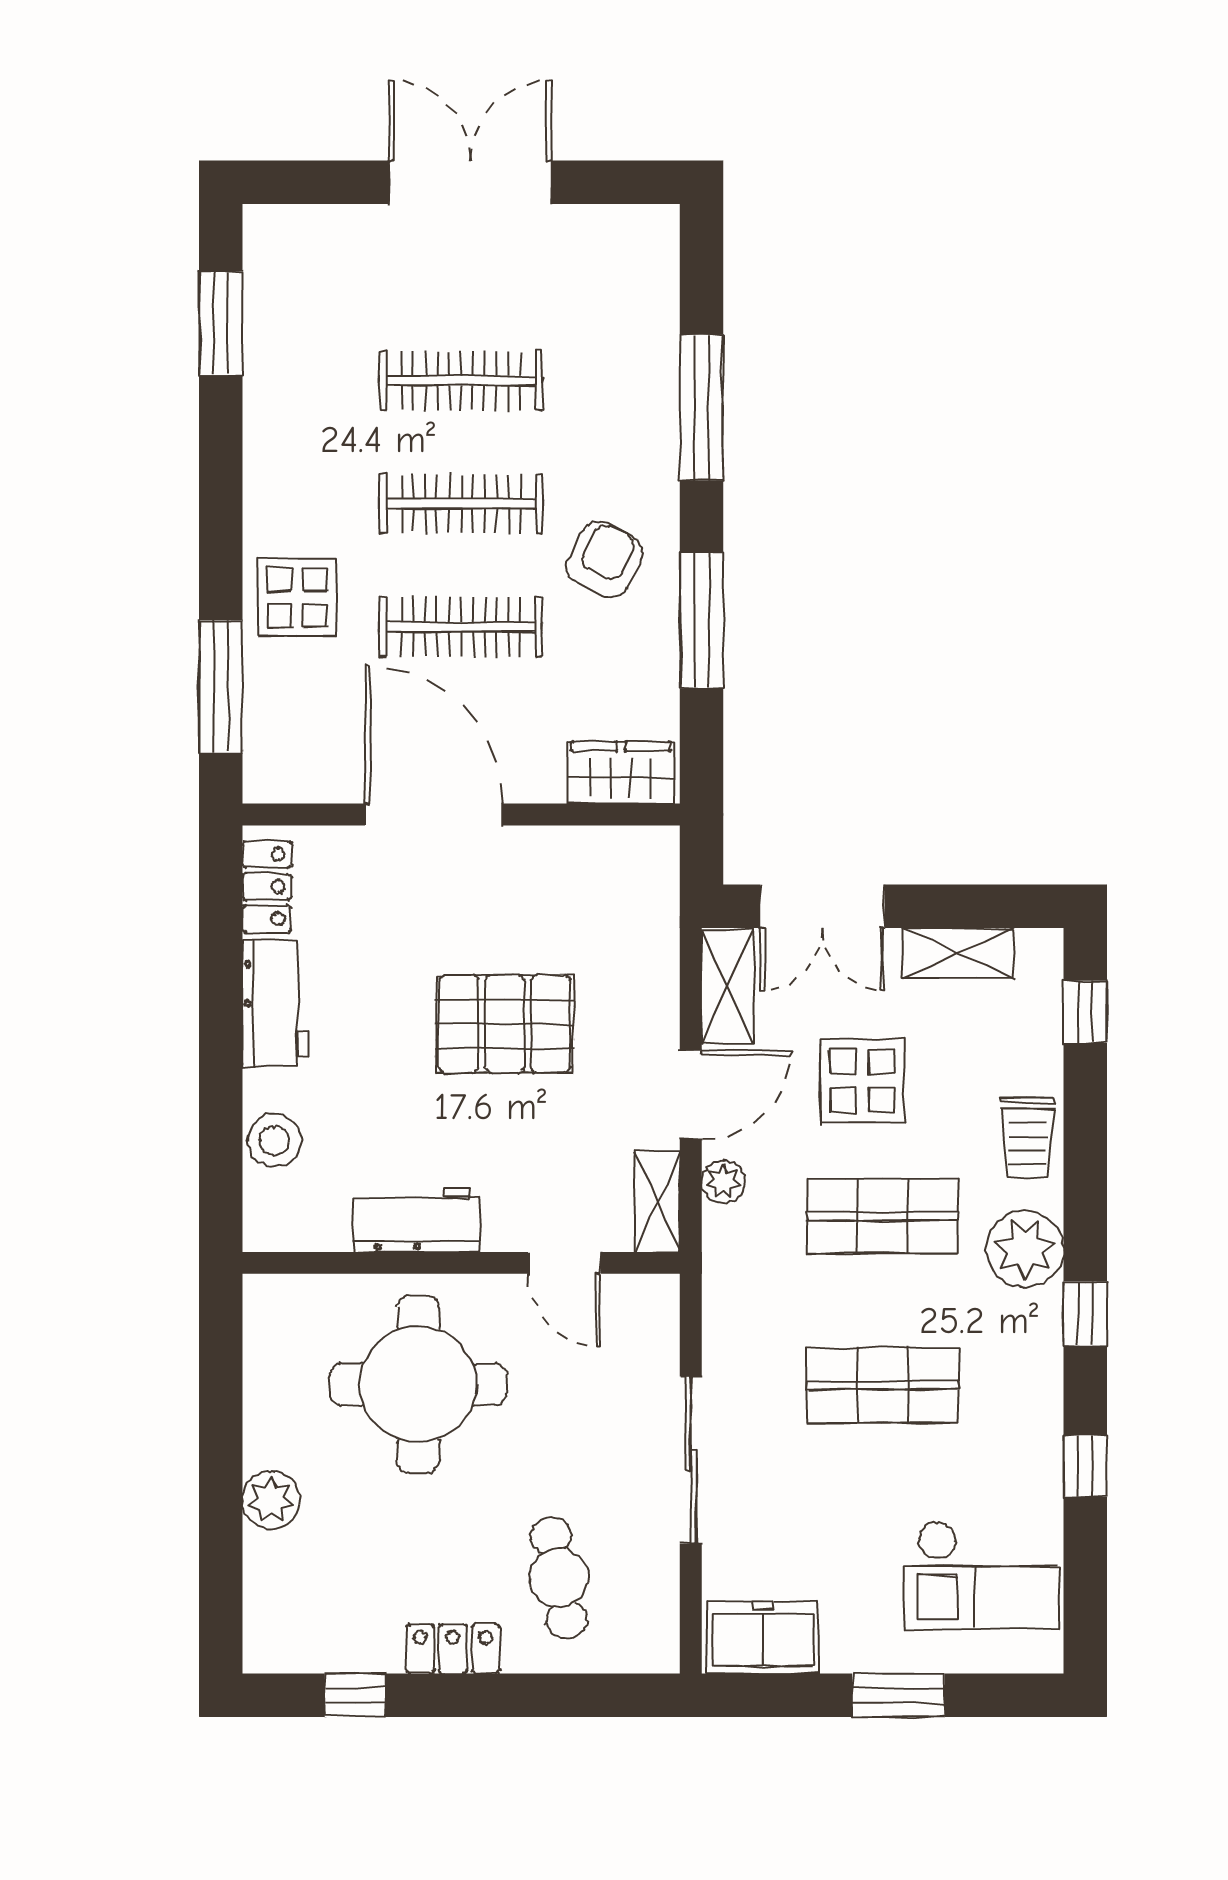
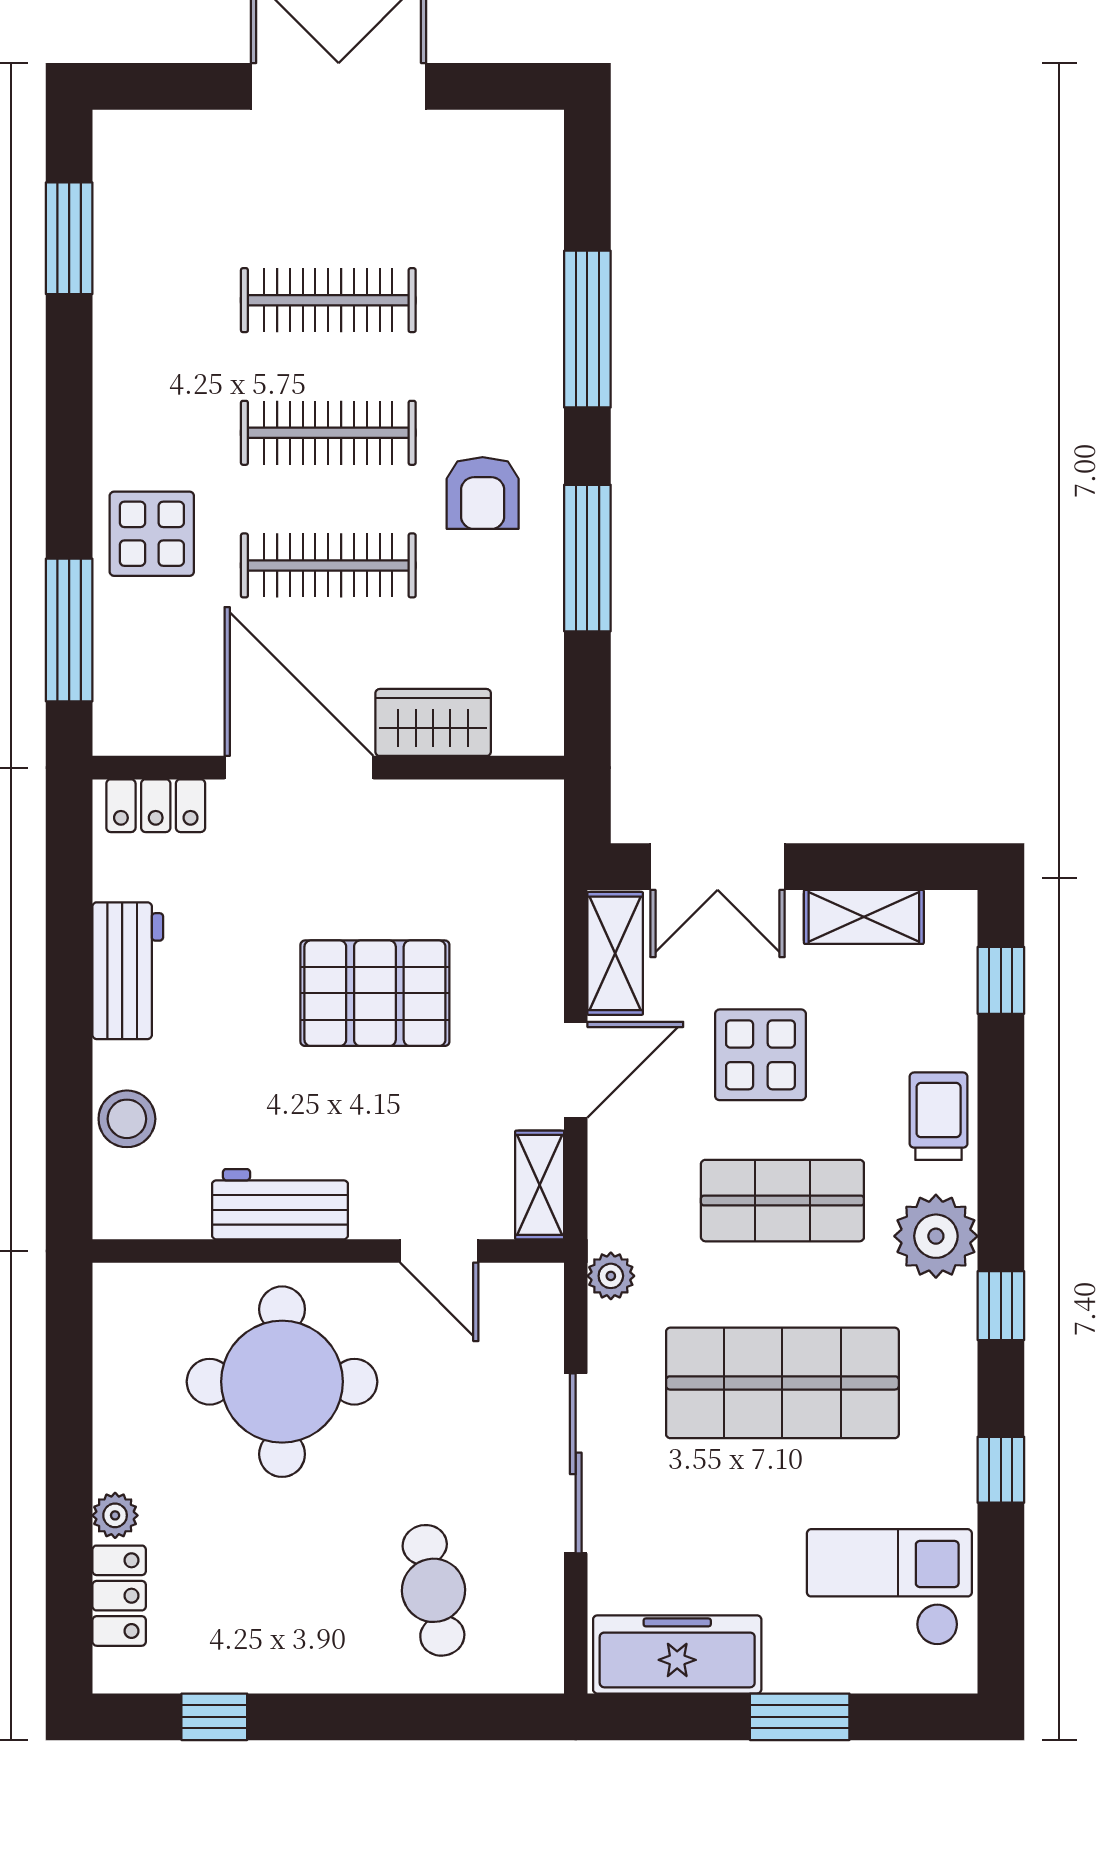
armchair: (604, 560) -> (483, 493), turned 153
wardrobe: (621, 773) -> (433, 722), moved
locker: (267, 887) -> (156, 806), moved, turned 90
trolley: (1027, 1138) -> (939, 1116), turned 180
plant: (723, 1182) -> (611, 1276), moved
shop shelf: (883, 1385) -> (782, 1383), width x1.43, depth x1.36
plant: (271, 1500) -> (115, 1515), width x0.73, depth x0.73
checkout: (982, 1575) -> (889, 1587), turned 180
freezer: (763, 1637) -> (677, 1654), width x1.40
locker: (453, 1649) -> (119, 1596), moved, turned 90

